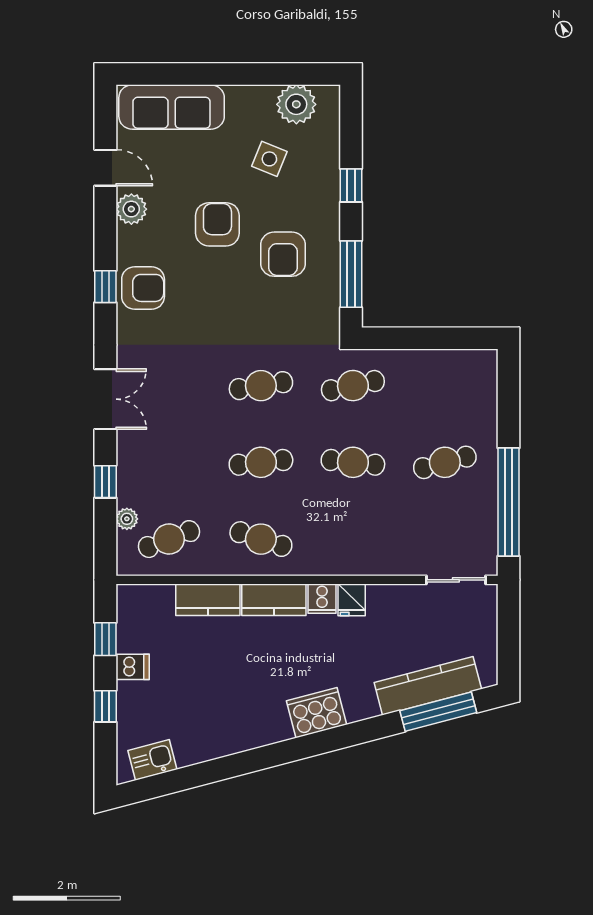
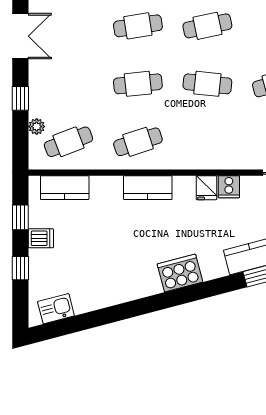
cafe table: (261, 539) -> (138, 142), turned -36
cooker: (322, 599) -> (229, 187), moved
kitchen counter: (208, 600) -> (65, 188), moved

